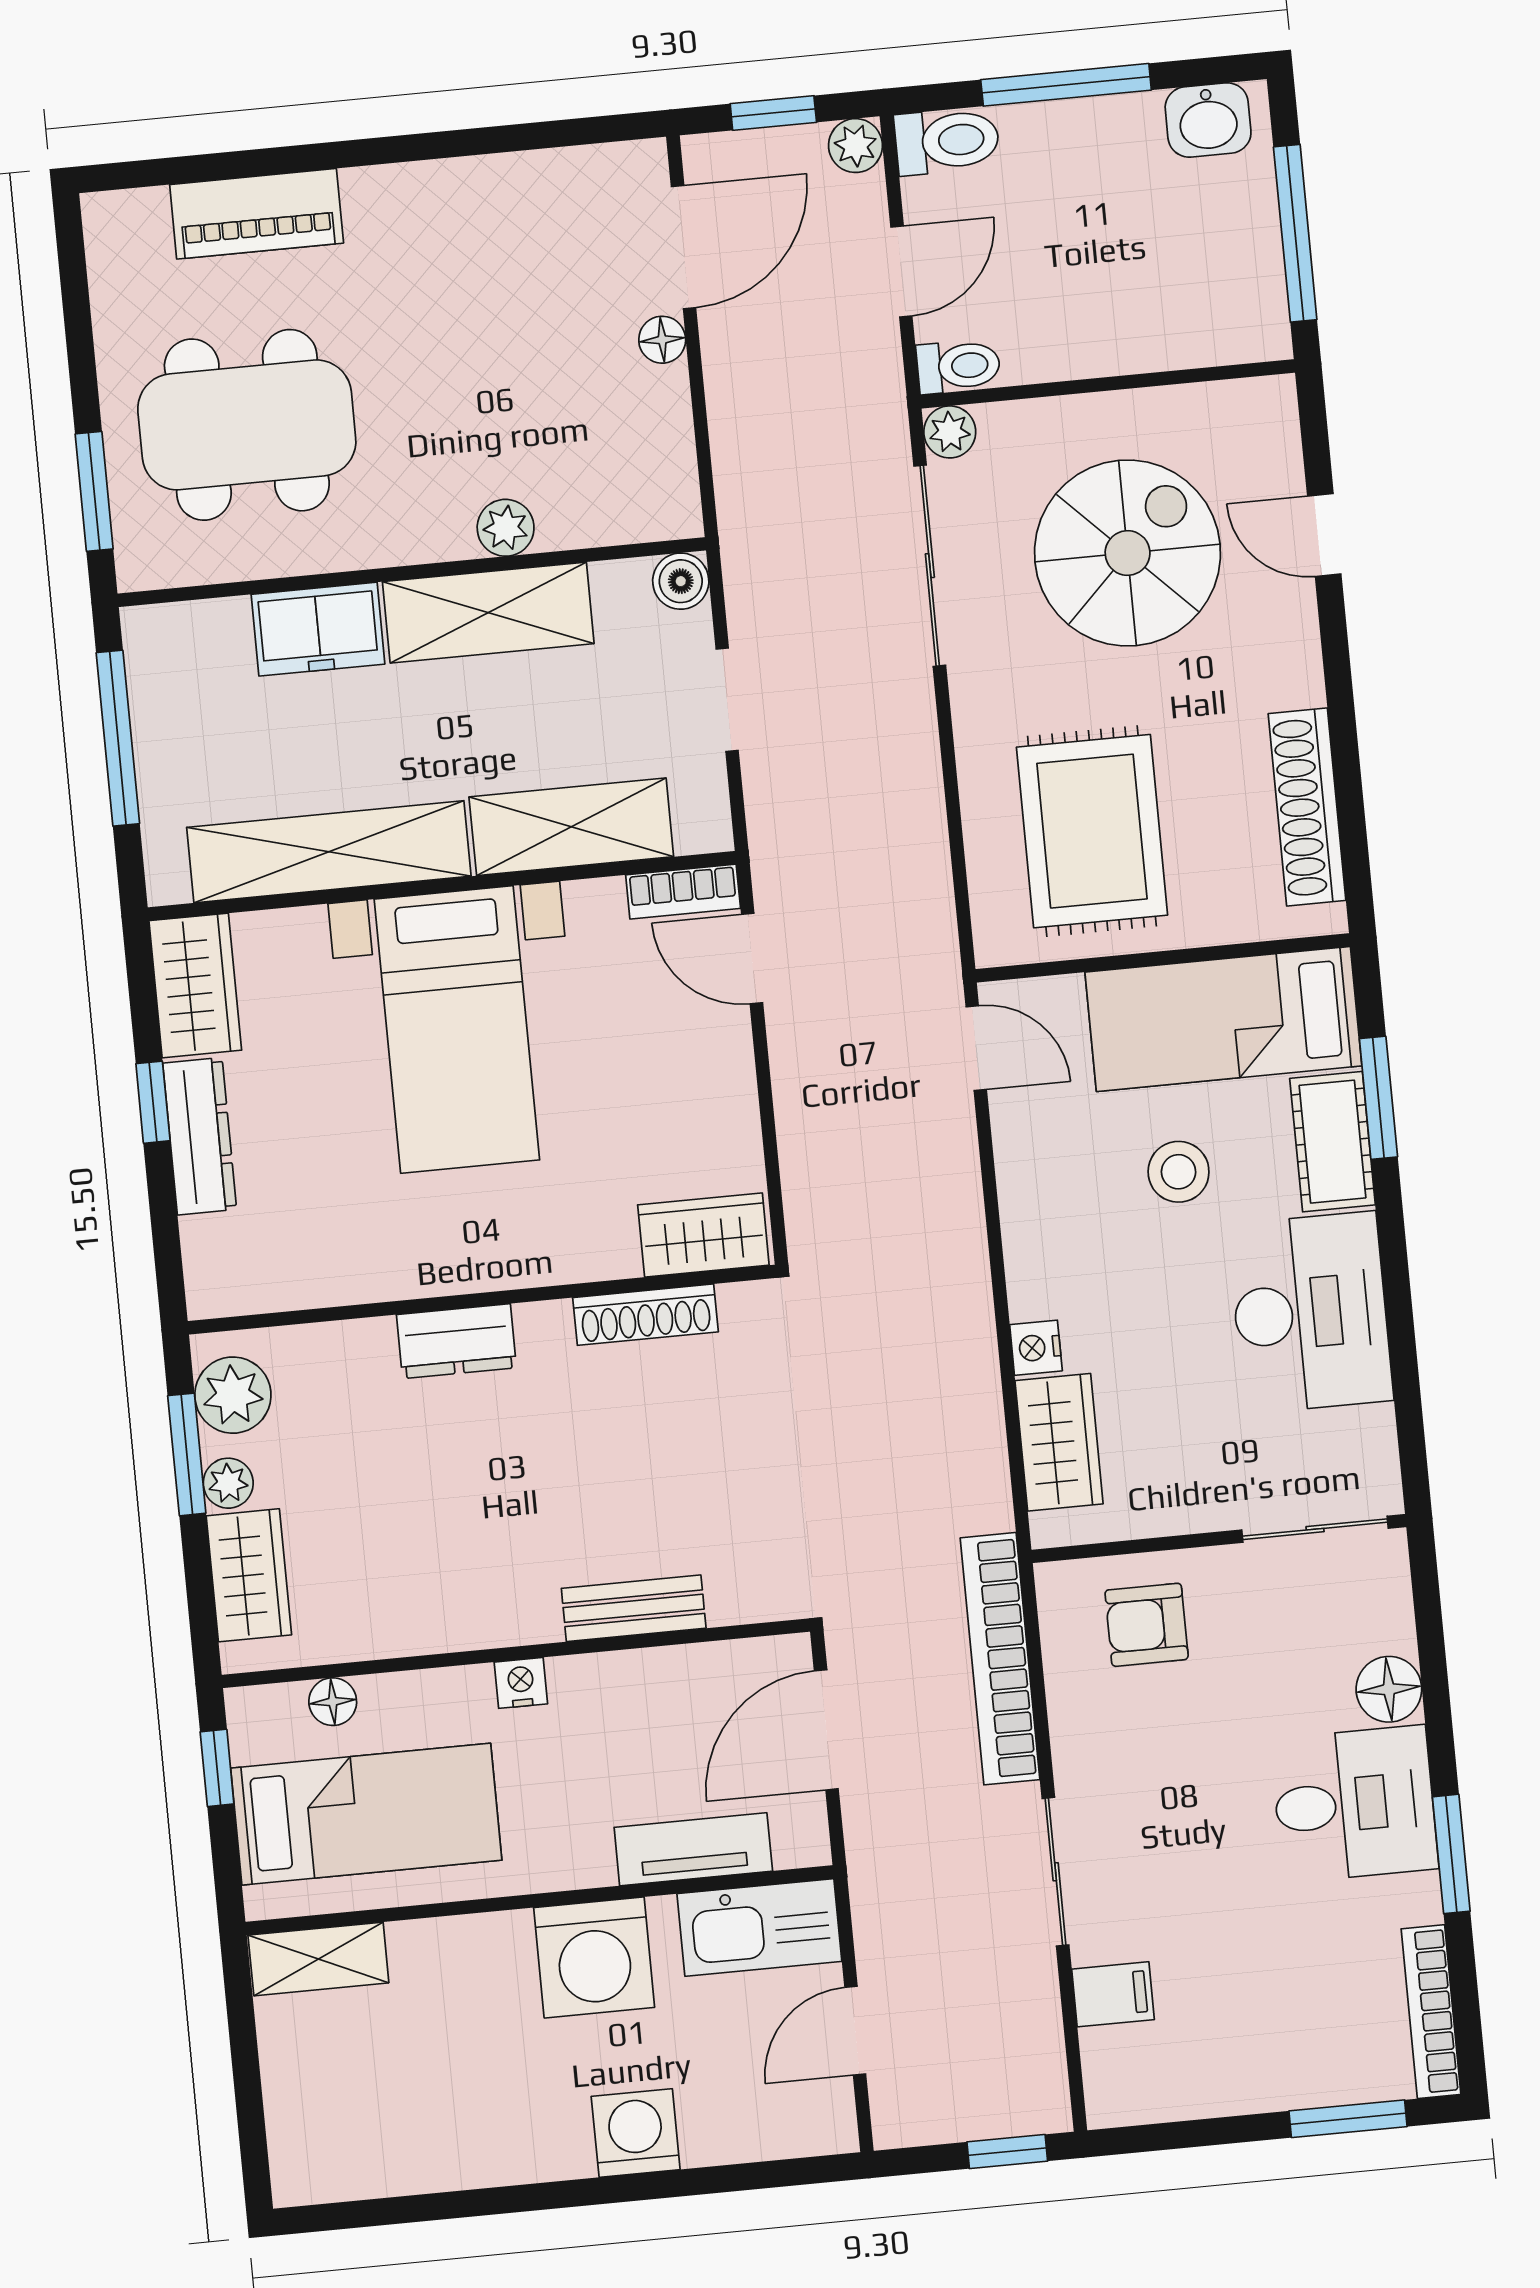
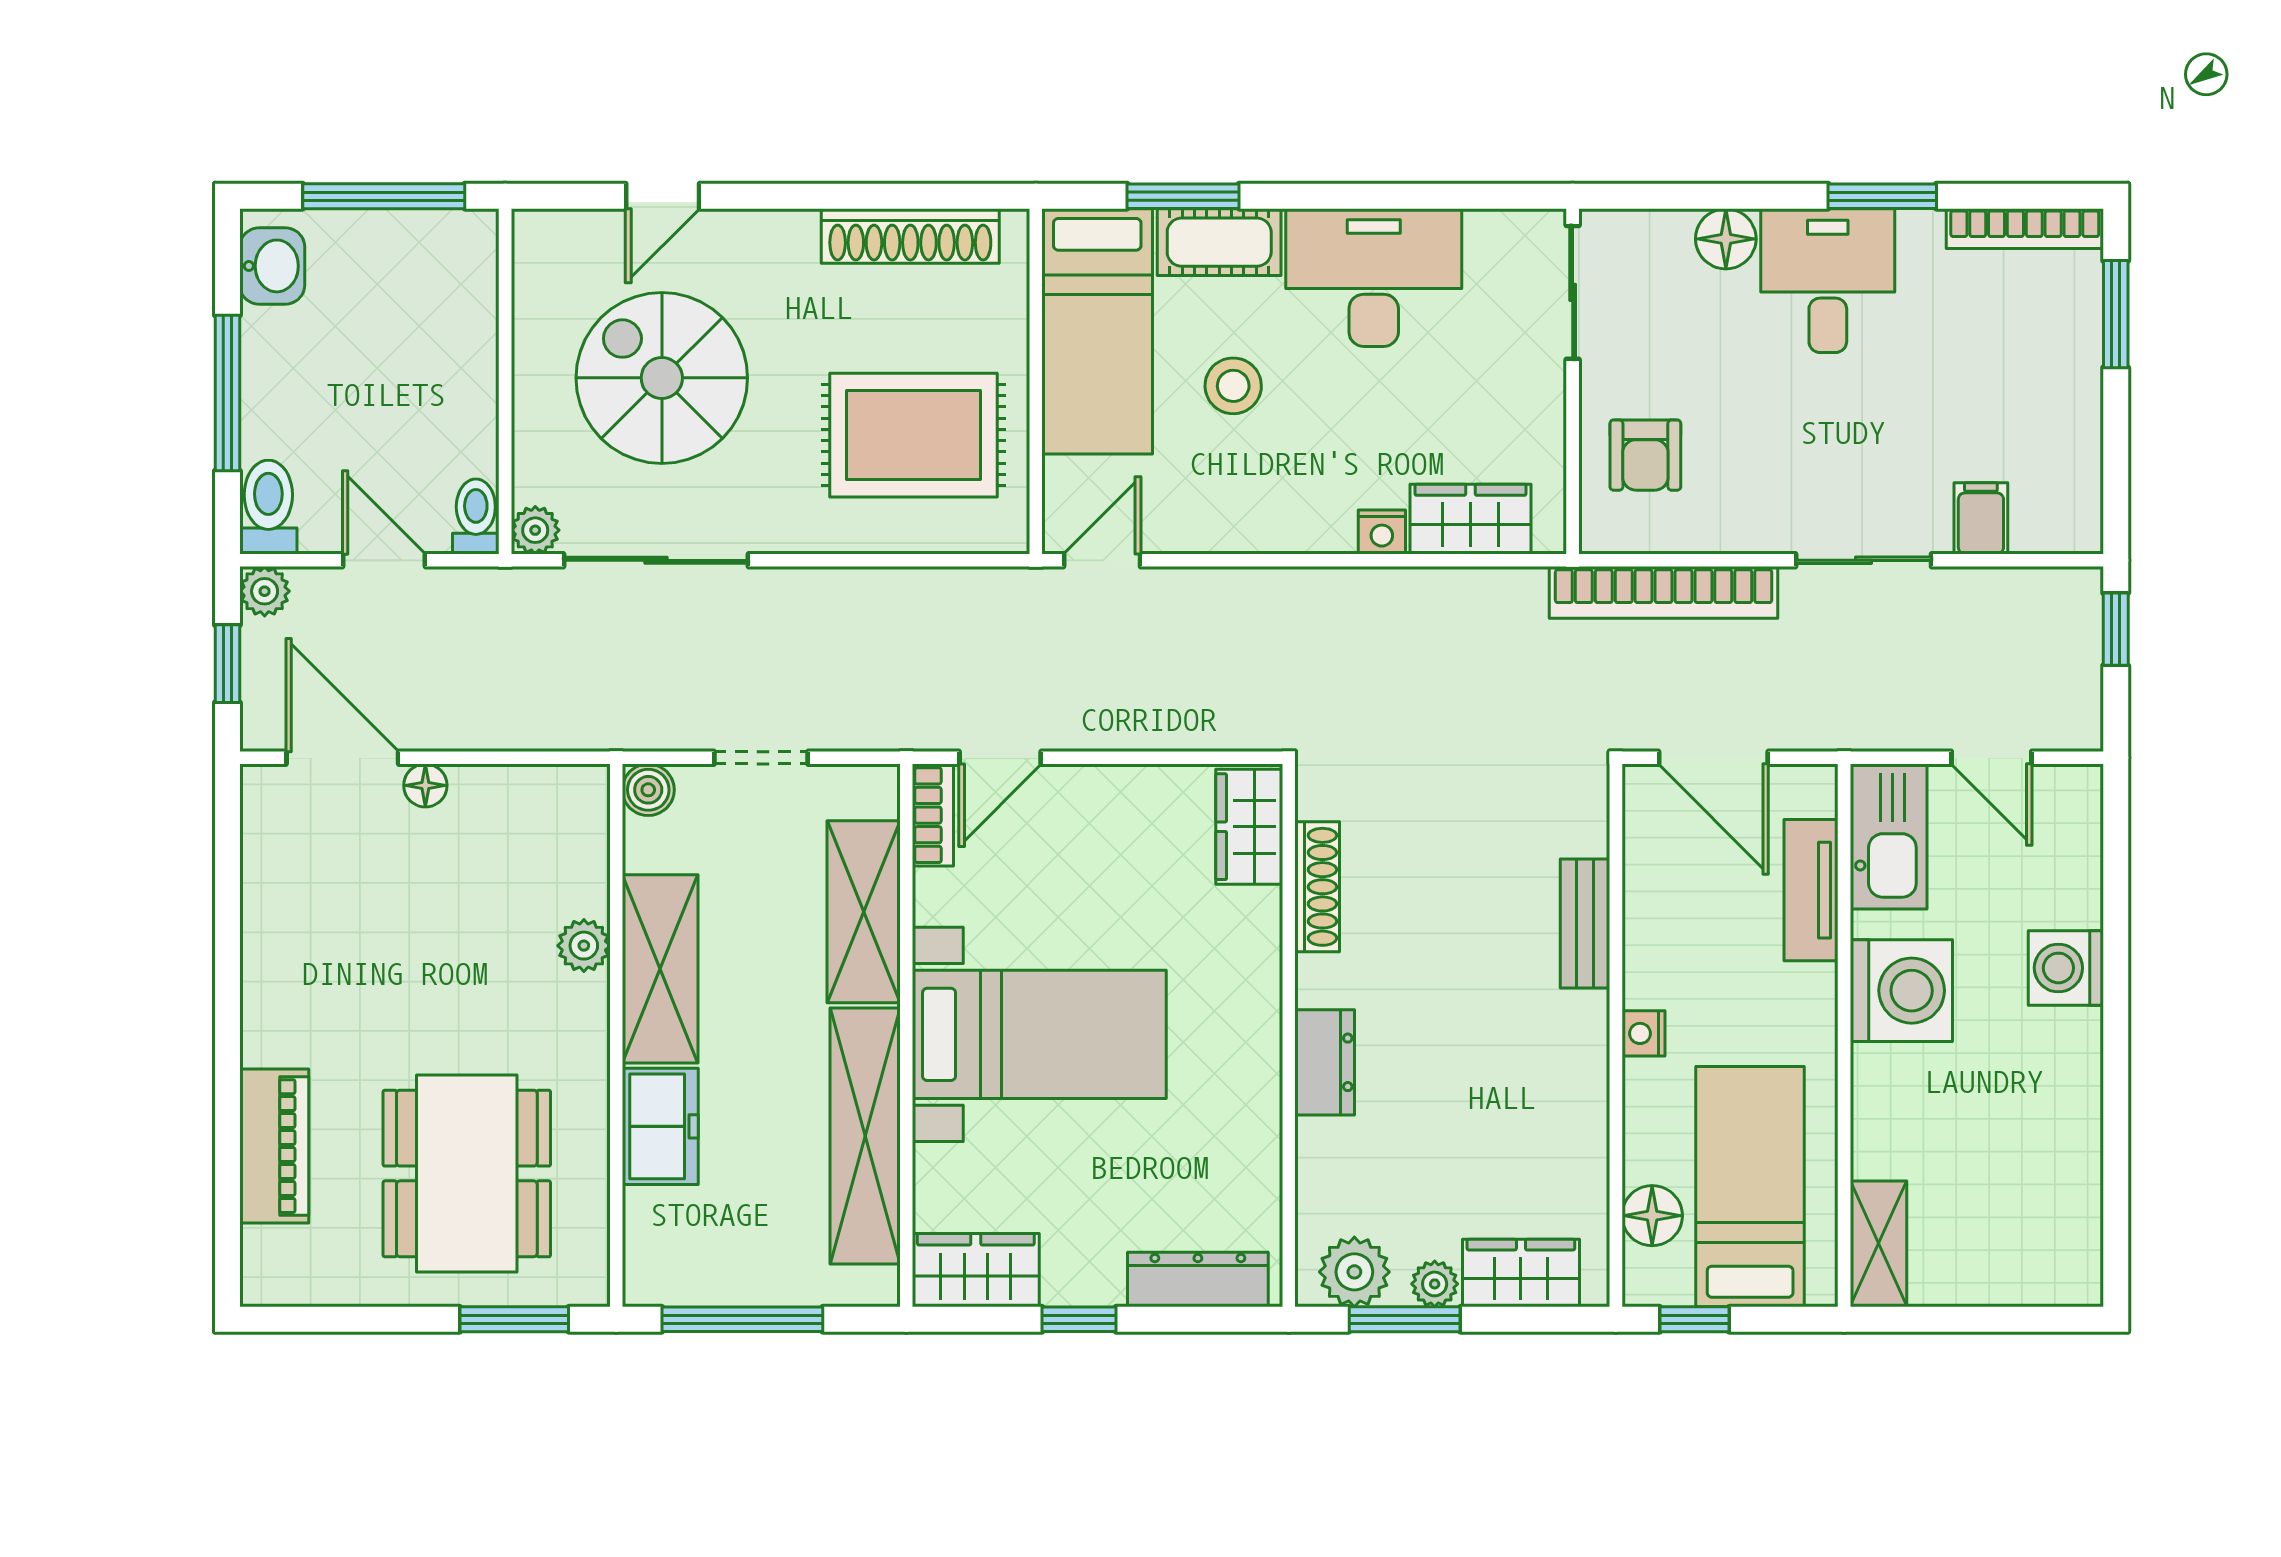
dresser: (200, 1136) -> (1198, 1279), moved
floor lamp: (333, 1702) -> (1652, 1216), width x1.37, depth x1.37

